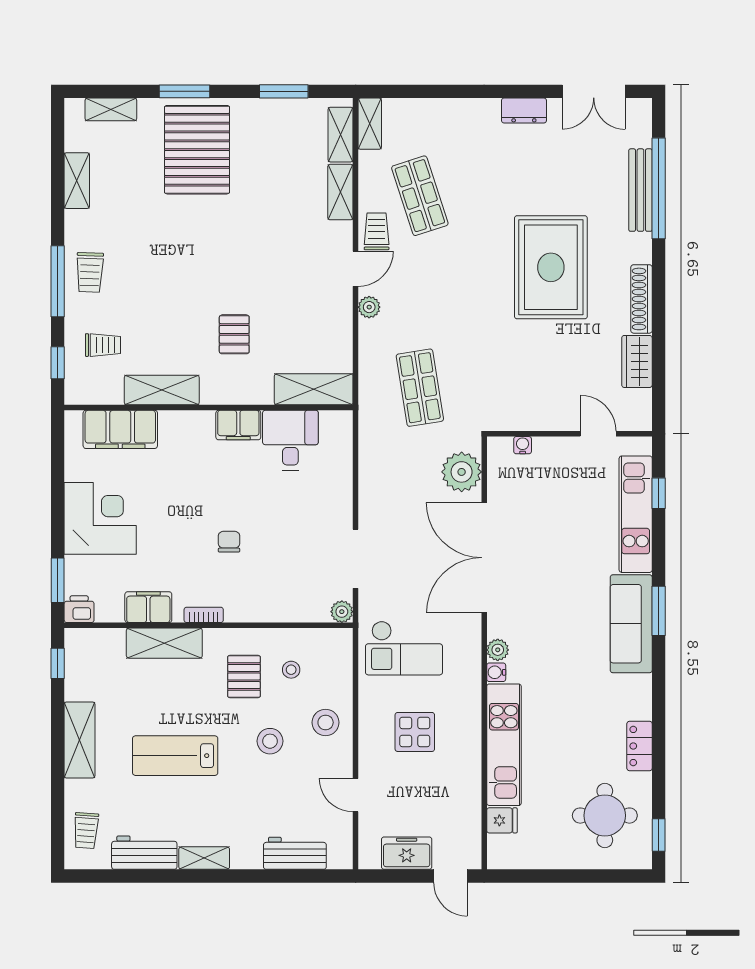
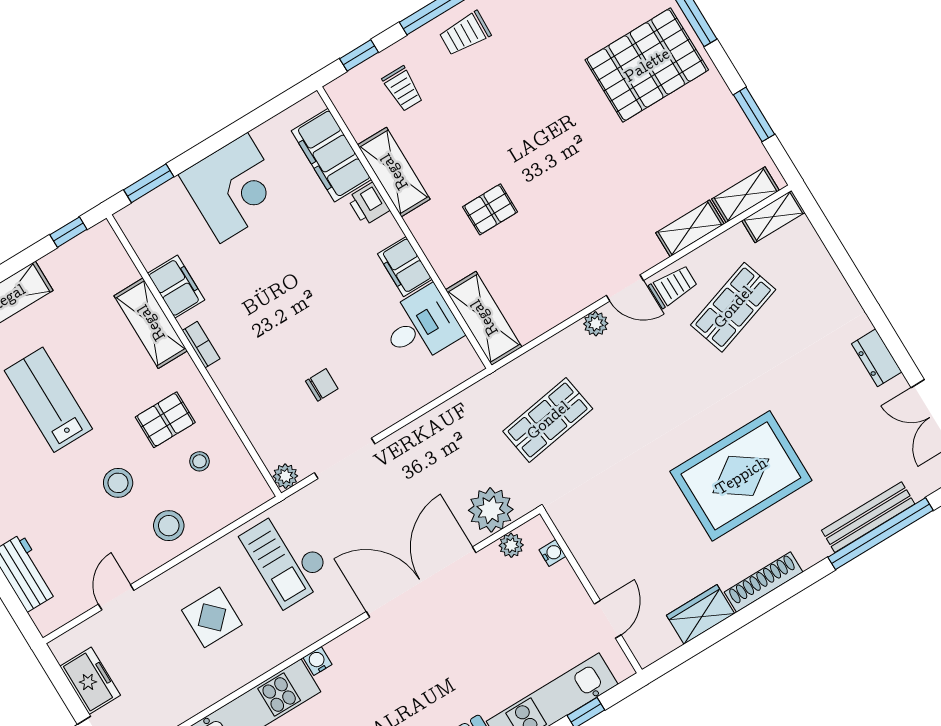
chair: (229, 542) -> (322, 385), moved
printer: (79, 609) -> (369, 204), moved, turned 180
plant: (498, 650) -> (511, 545), moved

